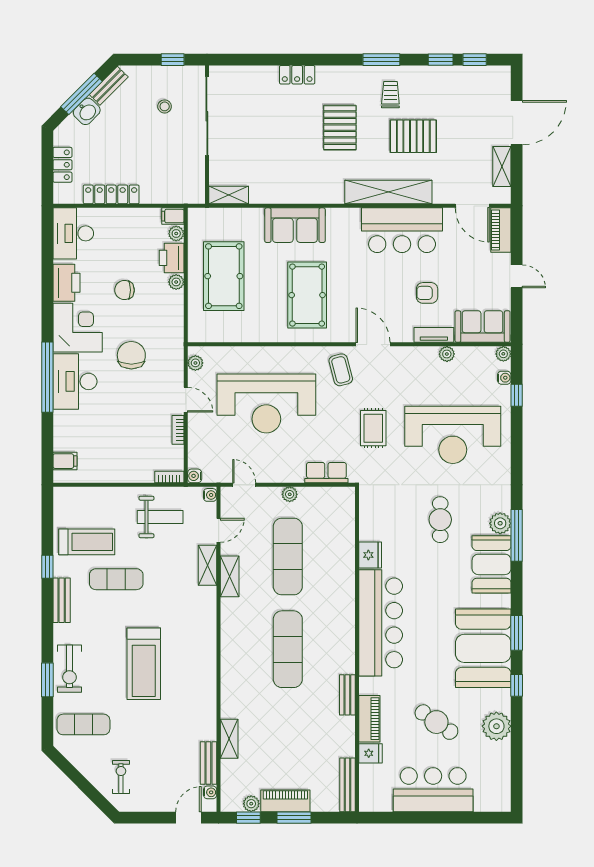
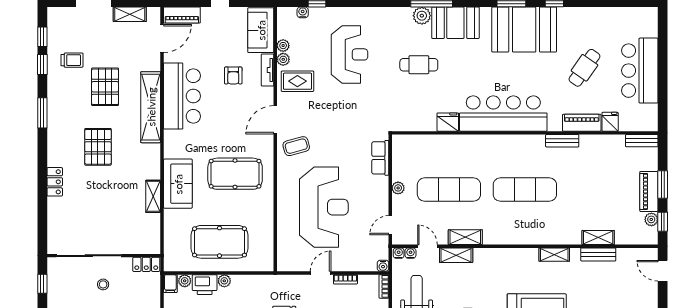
trolley: (390, 95) -> (72, 60), moved, turned 180
stool: (165, 106) -> (103, 284), moved
pallet: (340, 128) -> (98, 147), turned 90
locker: (196, 187) -> (146, 264), added
shelving: (229, 195) -> (153, 196), moved
plant: (503, 354) -> (283, 46), moved
plant: (195, 363) -> (291, 265), removed
rug: (373, 428) -> (297, 81), moved
reception desk: (453, 435) -> (349, 54), width x0.74, depth x0.77
shelving: (208, 685) -> (554, 255), added
plant: (496, 726) -> (588, 19), removed
bench: (208, 763) -> (598, 254), moved
bench: (348, 785) -> (642, 141), width x0.73
water cooler: (210, 792) -> (411, 253), moved

